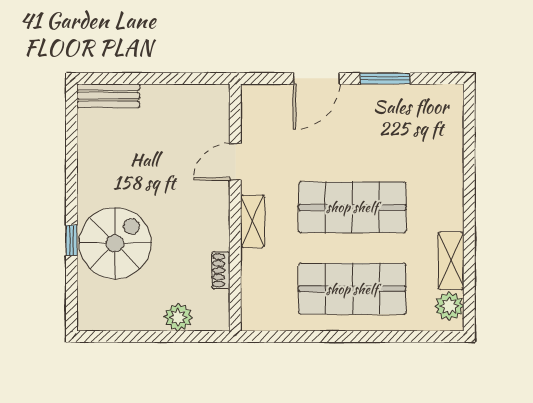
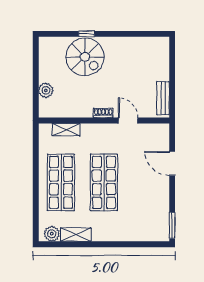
window: (385, 78) -> (172, 225), moved
bench: (108, 96) -> (163, 98), moved
shelving: (253, 221) -> (66, 130), moved
shoe rack: (221, 270) -> (103, 113), moved

